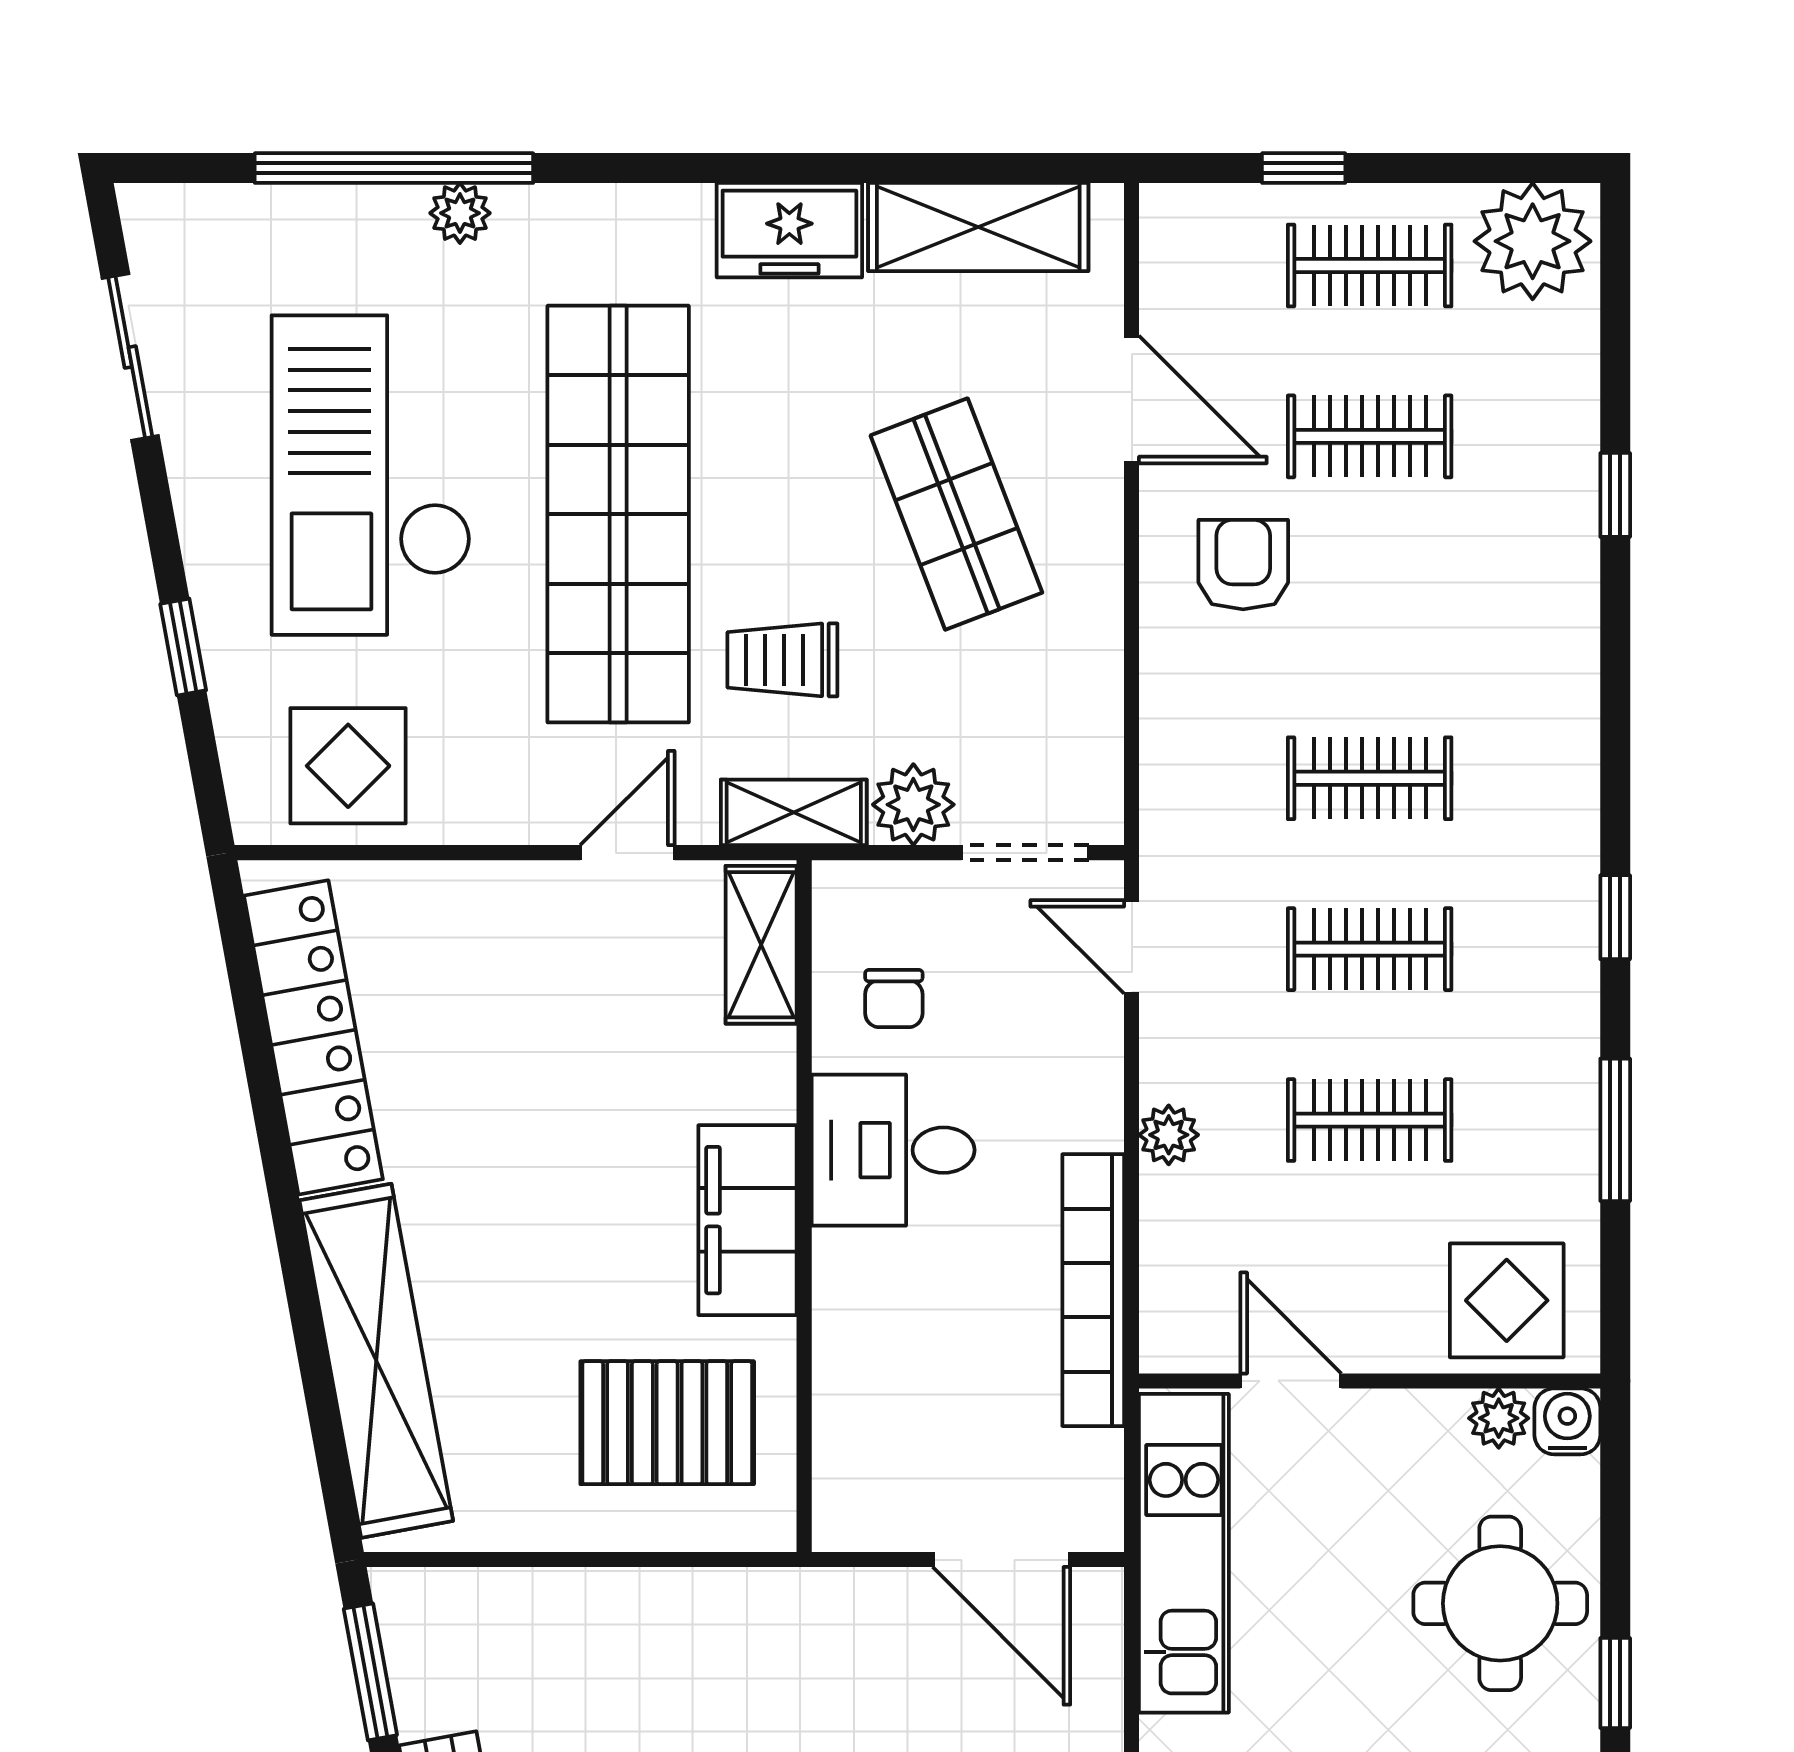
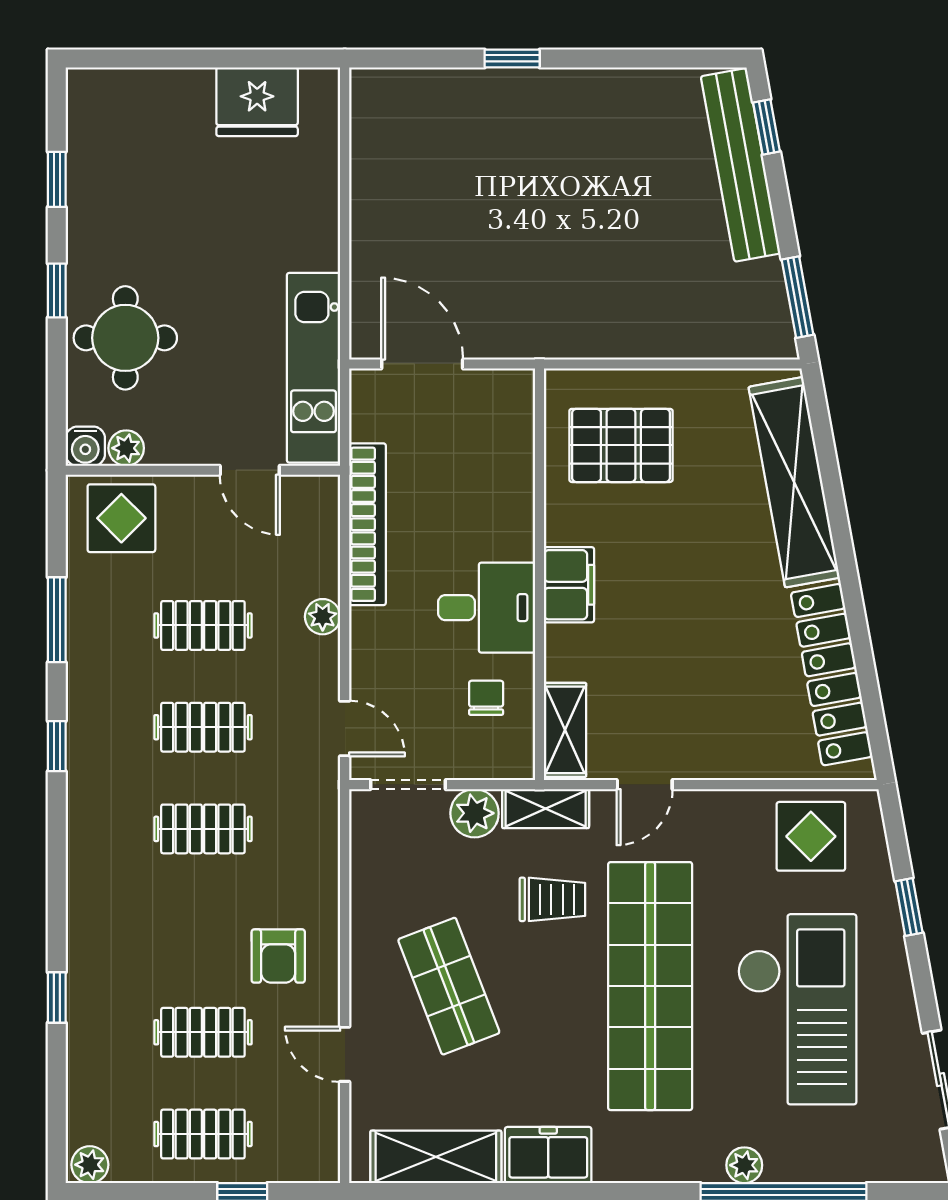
plant: (1533, 241) -> (90, 1165), width x0.53, depth x0.53
door: (1132, 399) -> (345, 1054), width x0.73
filing cabinet: (747, 1220) -> (569, 585), width x0.67, depth x0.86

